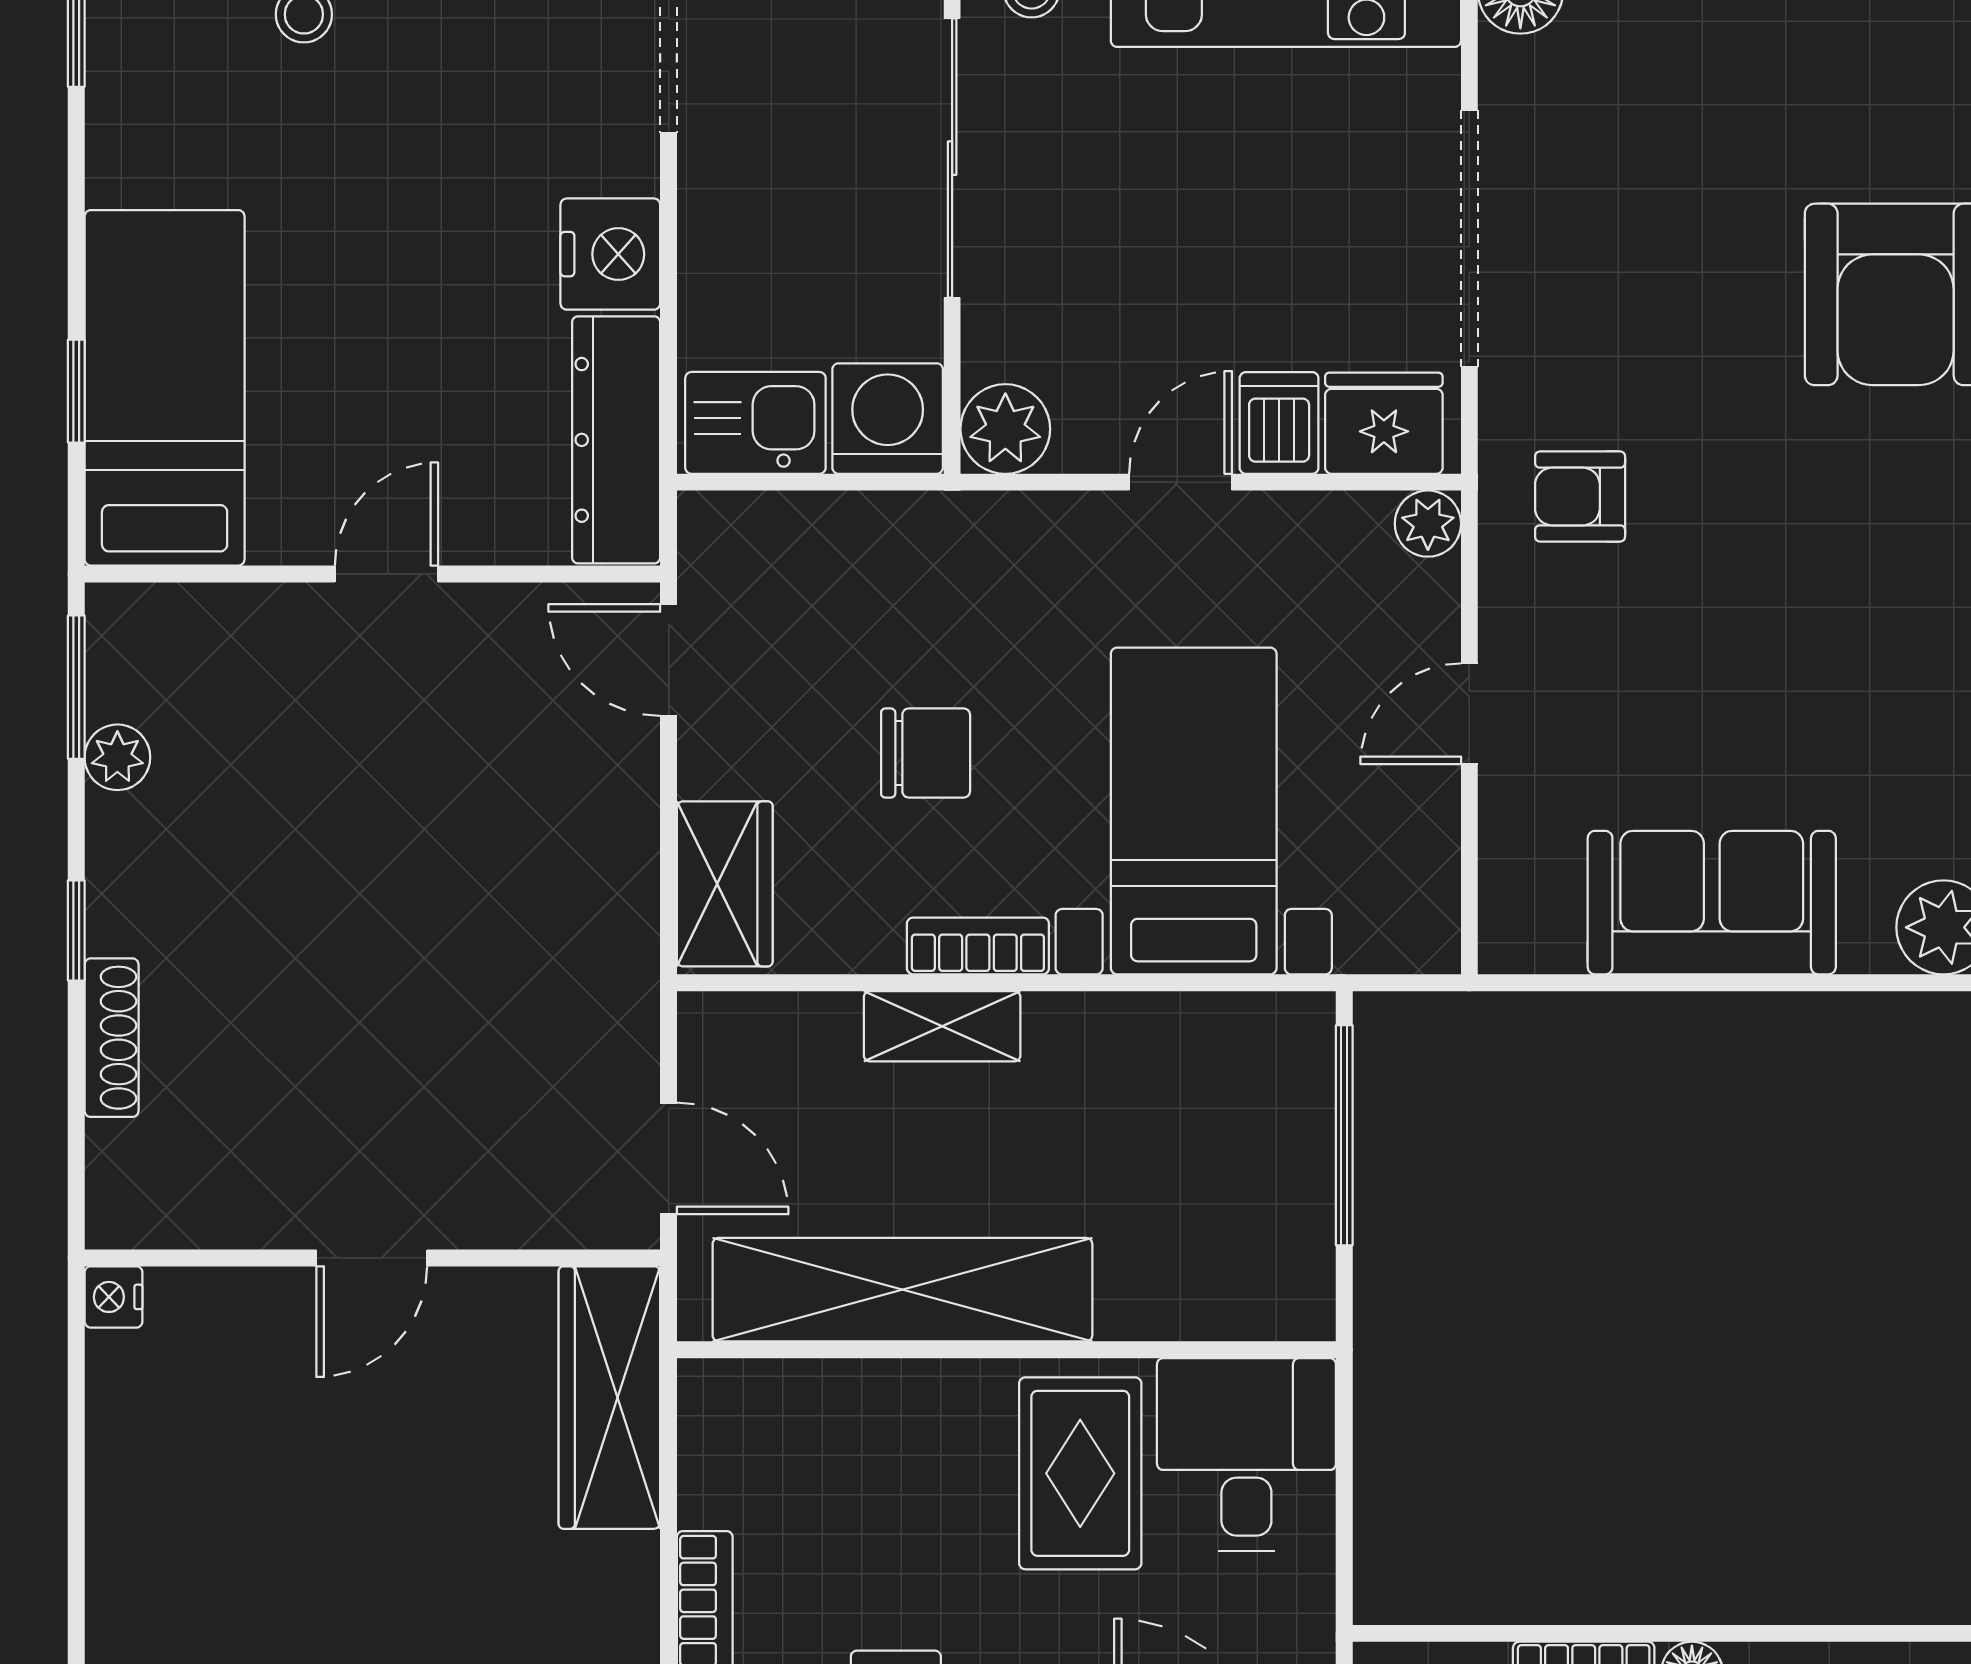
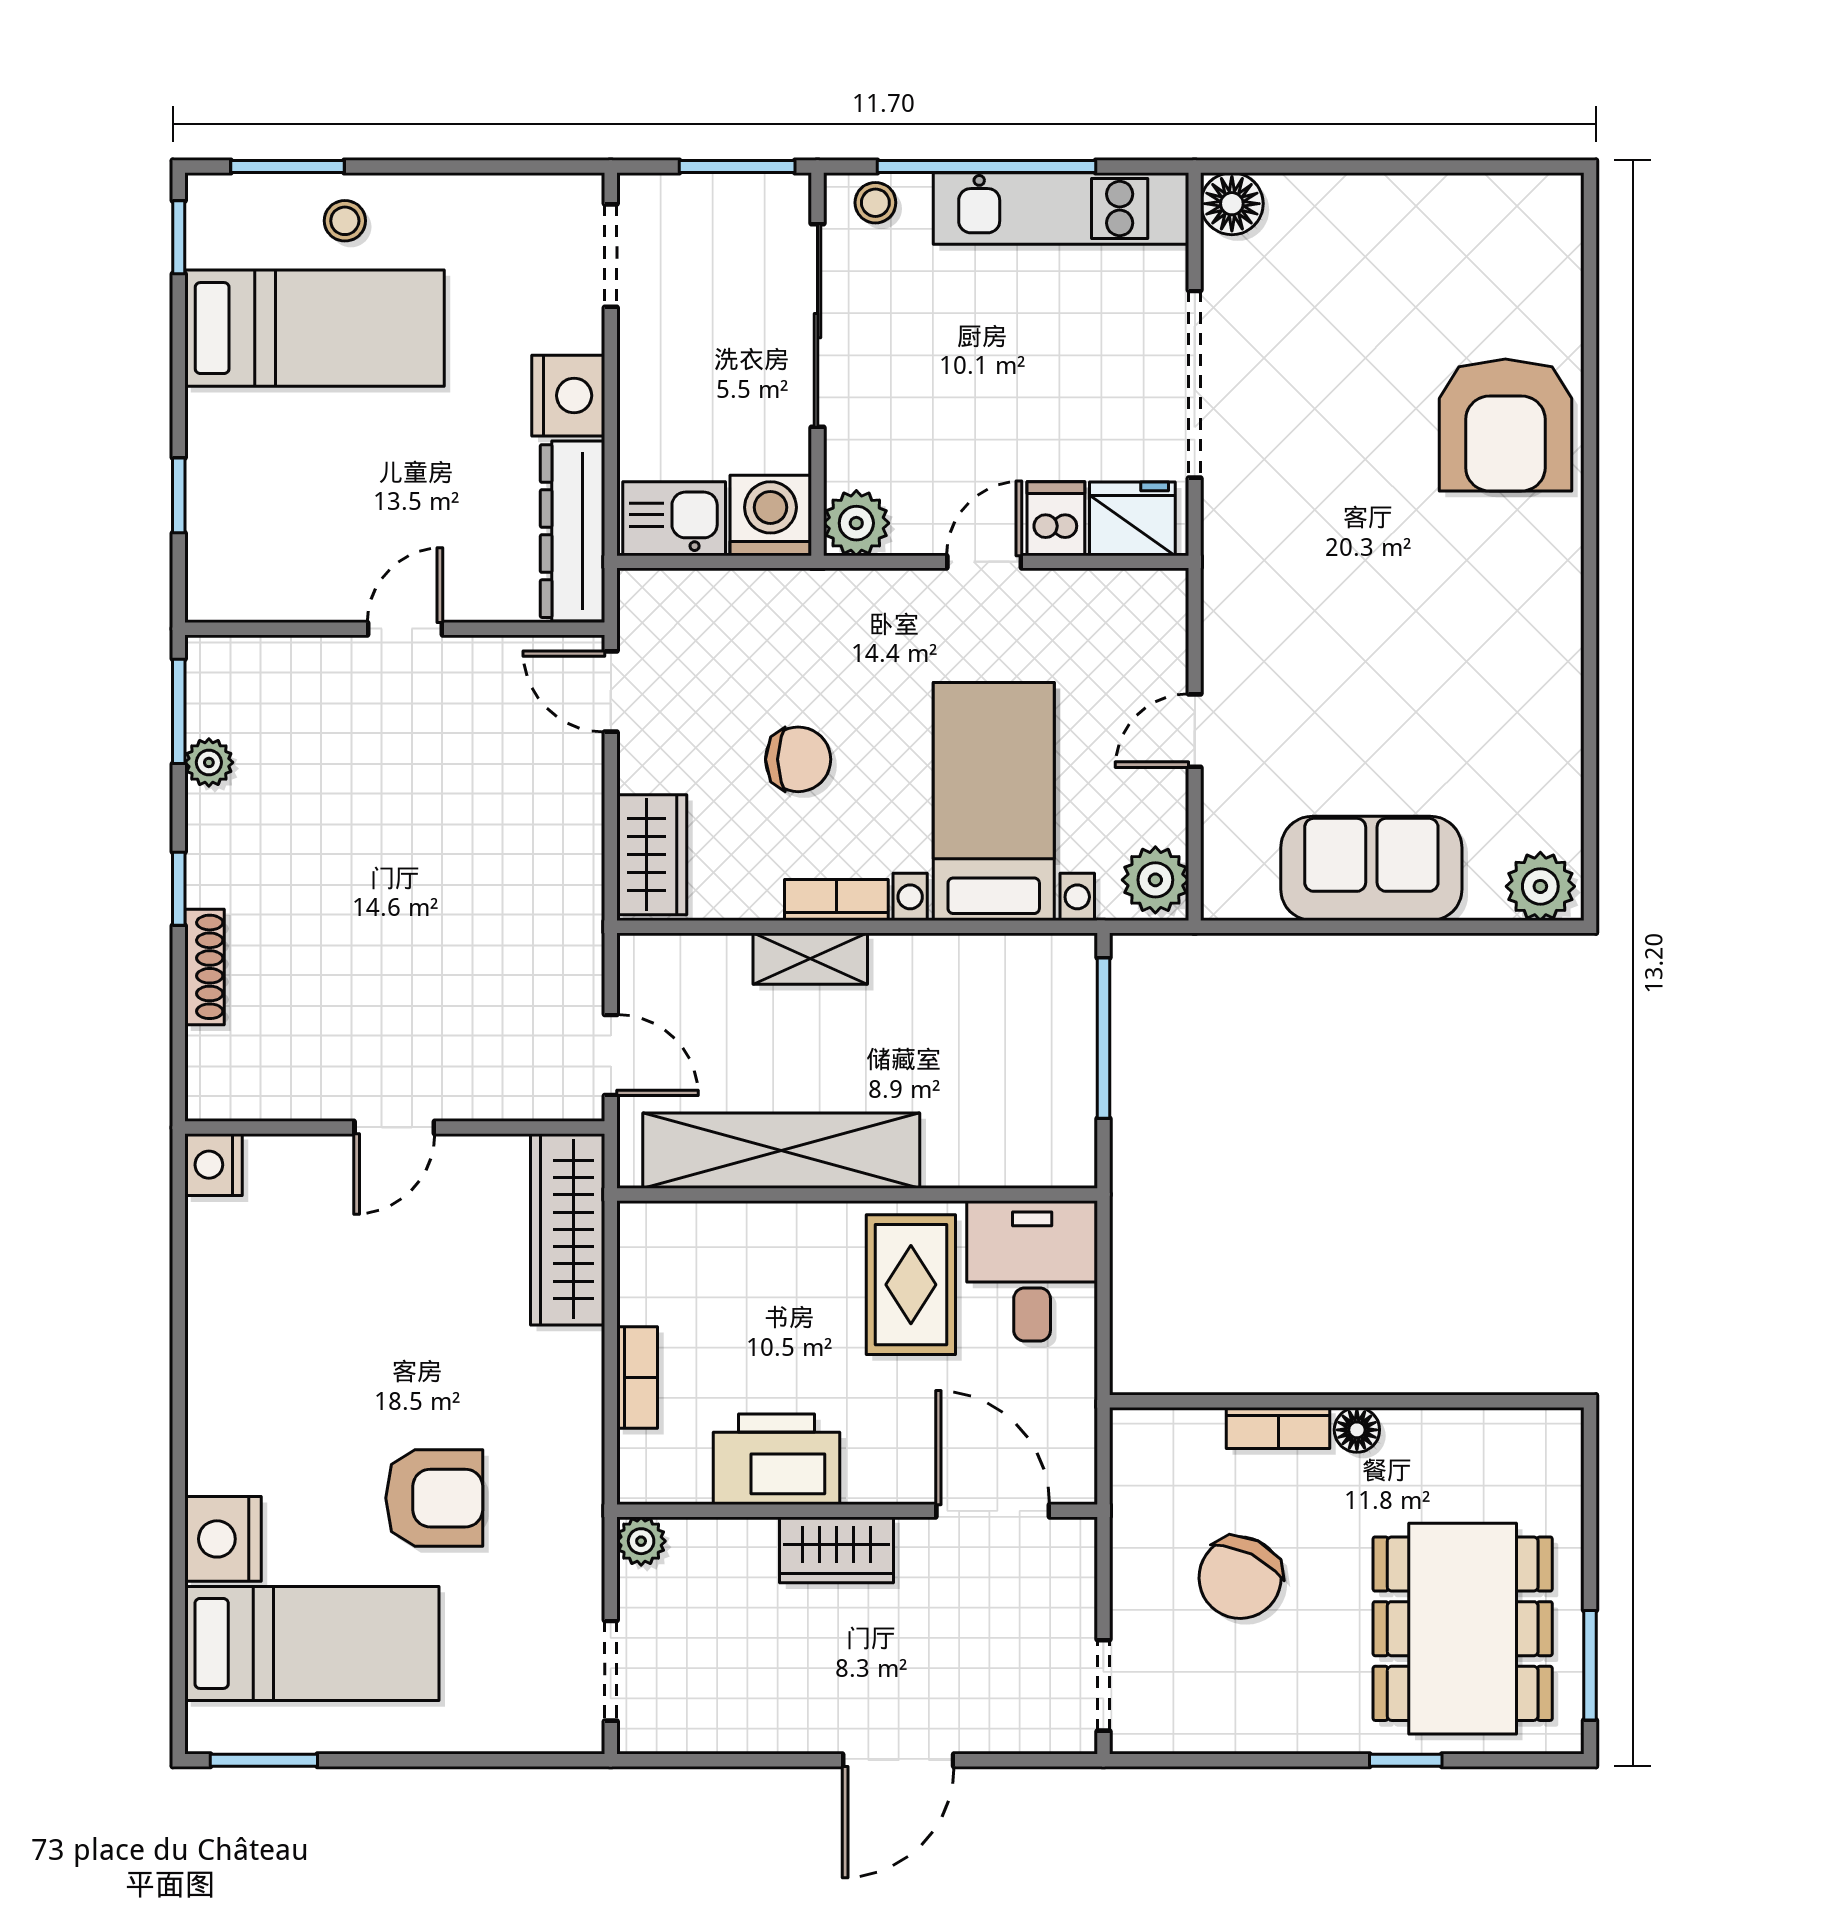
bed: (165, 388) -> (314, 328), moved, turned 90
armchair: (1580, 497) -> (1275, 572), removed
plant: (1428, 524) -> (1155, 880), moved, width x1.38, depth x1.38
nightstand: (114, 1297) -> (213, 1165), width x1.39, depth x1.35

